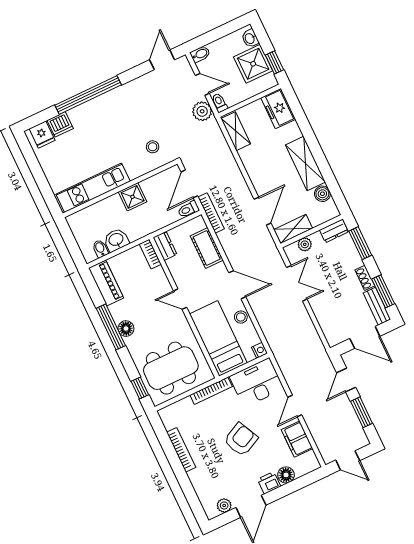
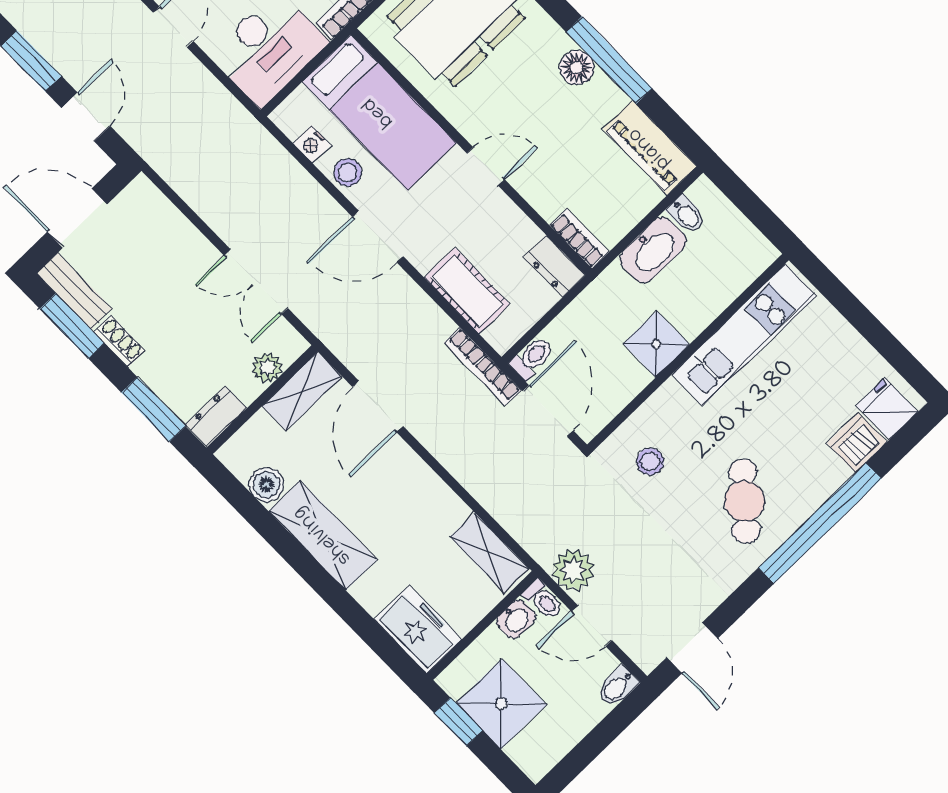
washbasin: (250, 38) -> (516, 619), moved, turned 90
cafe table: (118, 116) -> (745, 501), added
washbasin: (116, 240) -> (653, 250), width x1.38
nightstand: (260, 350) -> (312, 144), moved

